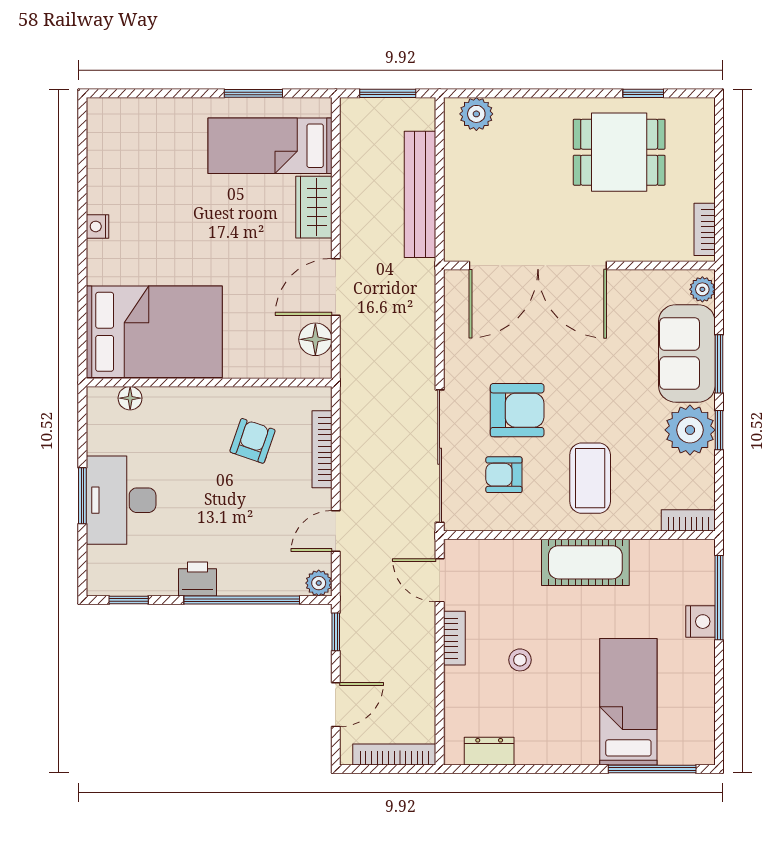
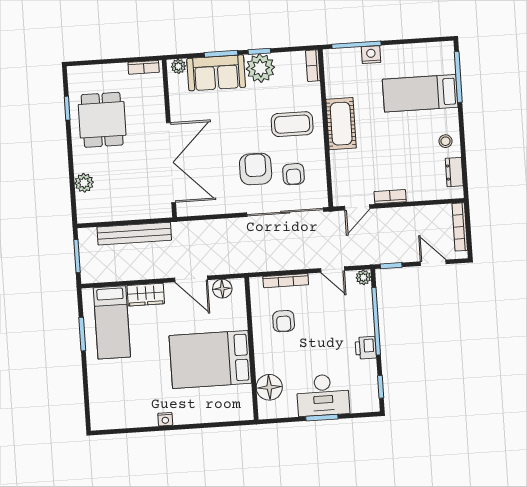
plant: (476, 114) -> (84, 183), moved
bed: (154, 332) -> (210, 359), moved, turned -90
floor lamp: (130, 398) -> (269, 387), width x1.89, depth x1.89
armchair: (253, 441) -> (284, 321), turned -109
stool: (520, 660) -> (445, 141), moved

